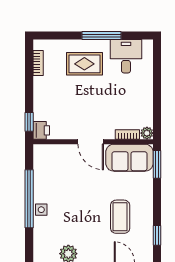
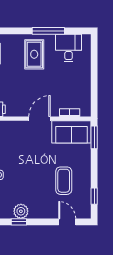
rug: (84, 64) -> (34, 54), turned 90
plant: (147, 133) -> (86, 112), removed
door: (91, 142) -> (39, 119), swing flipped

